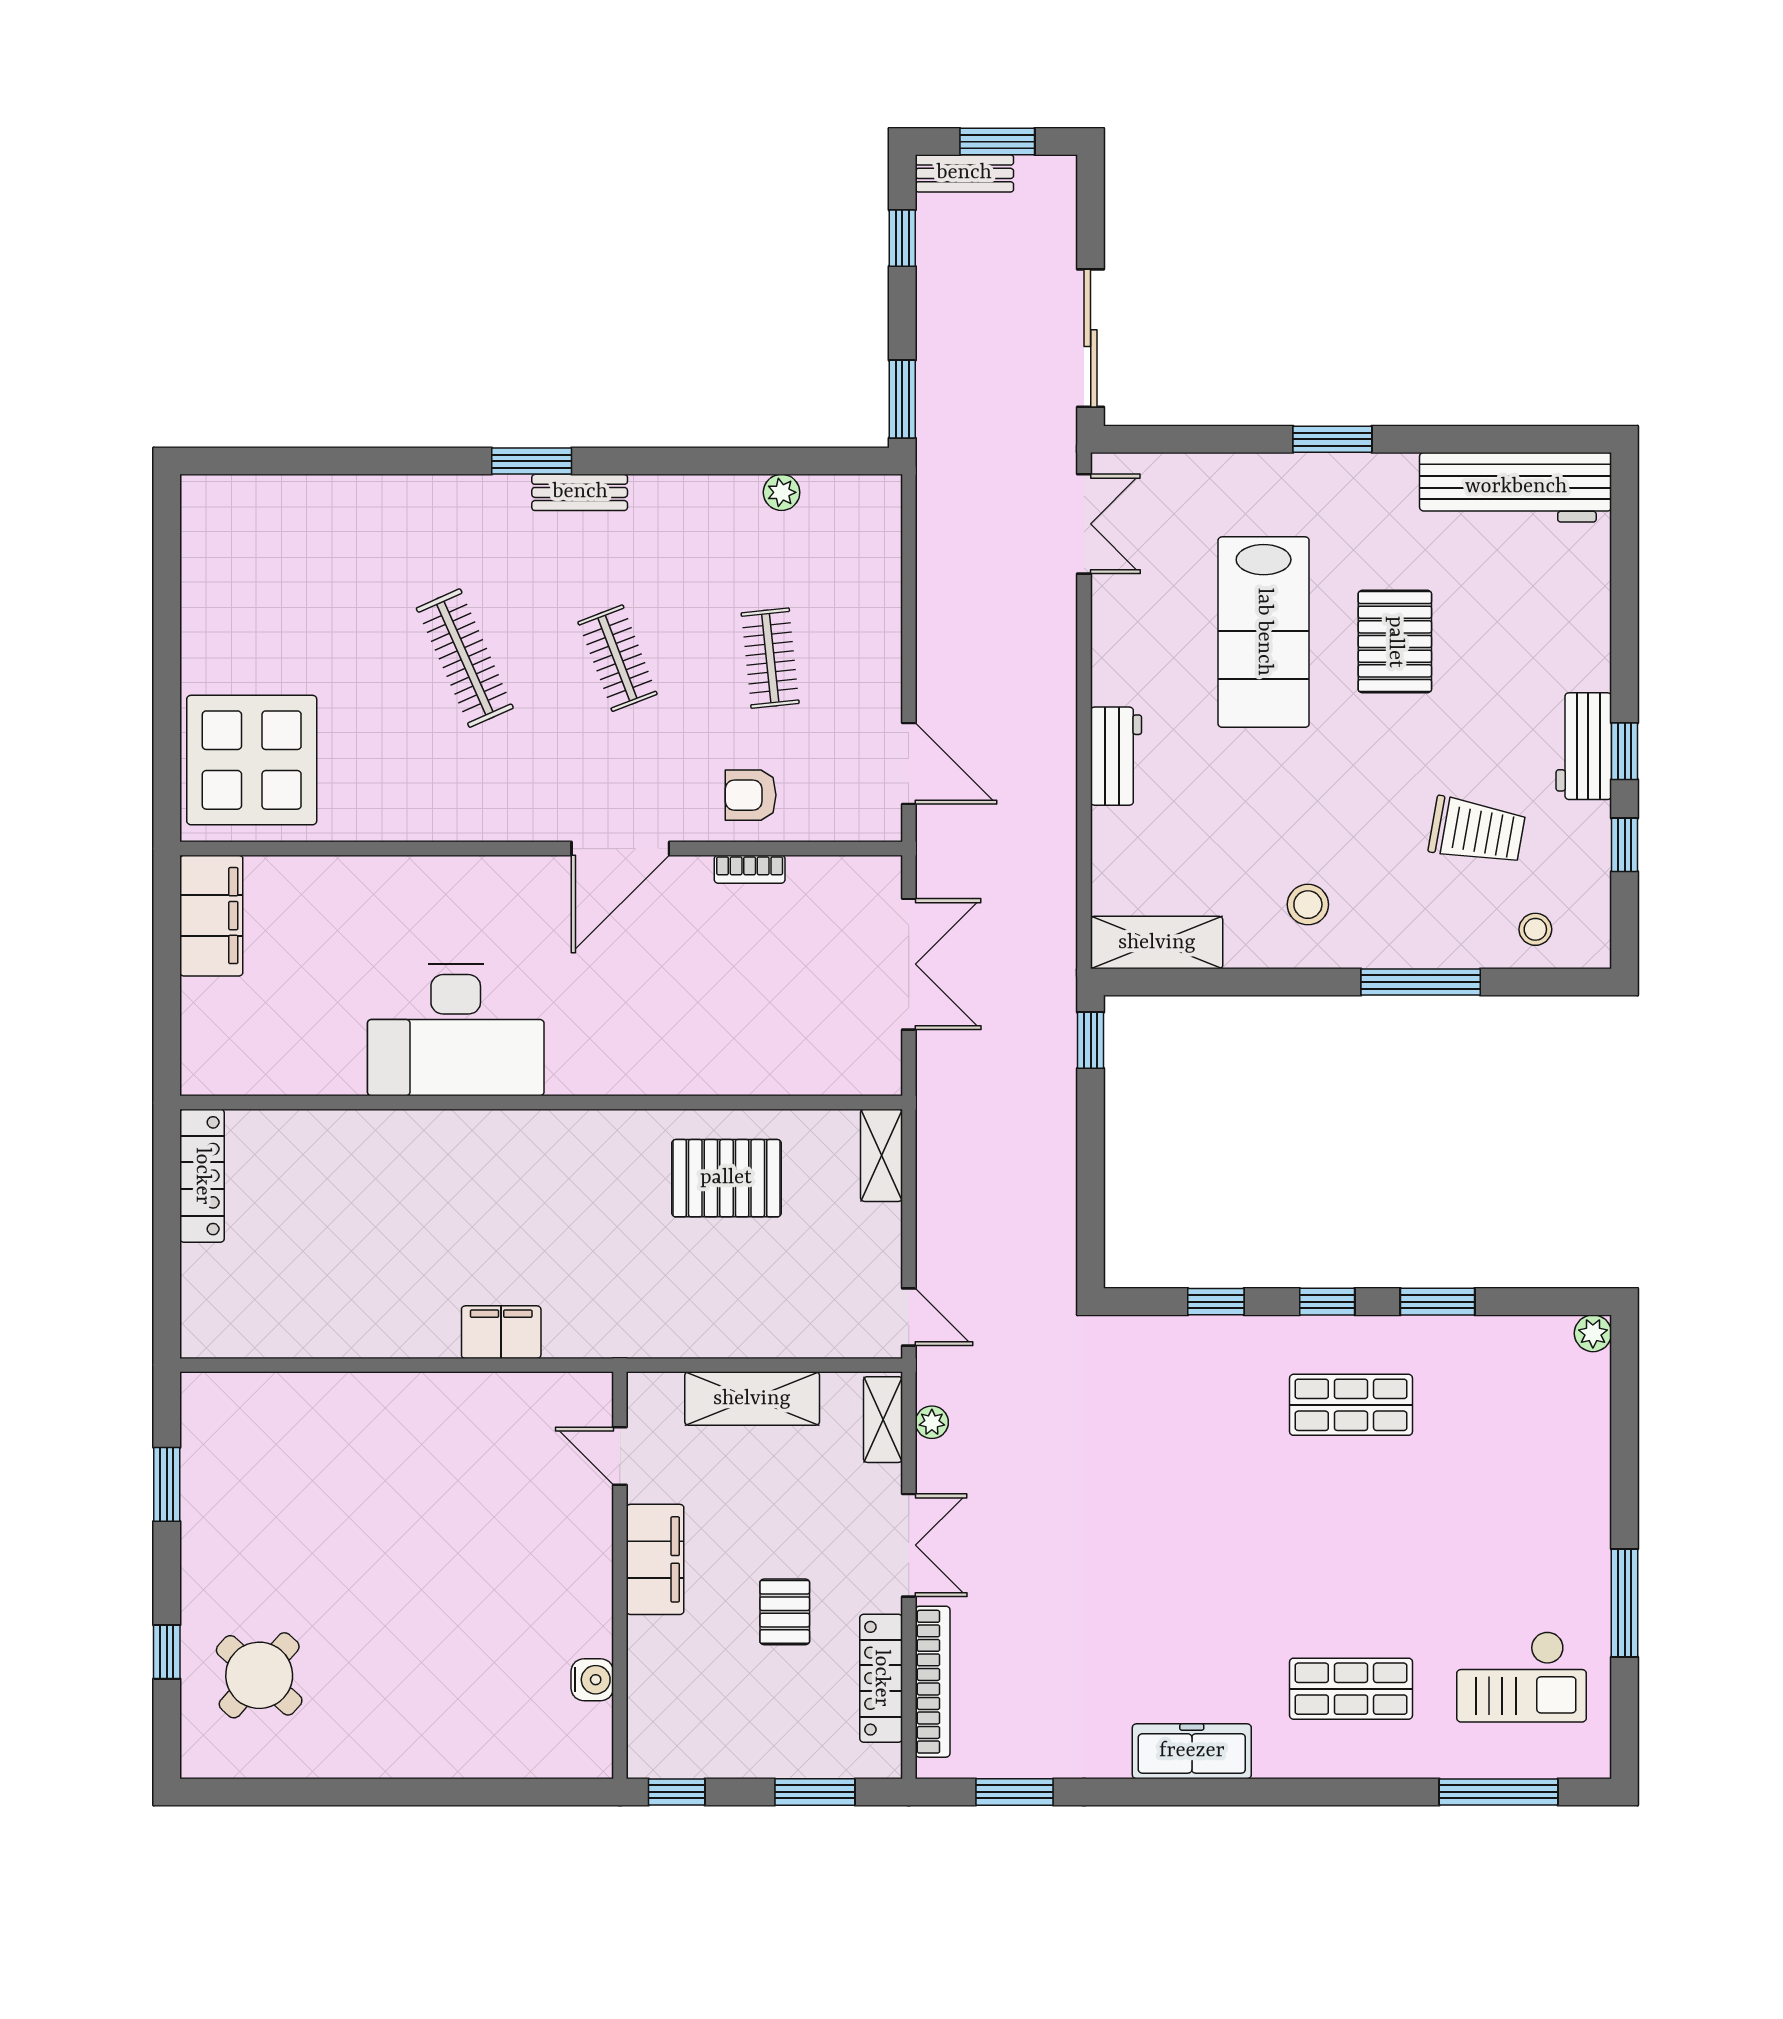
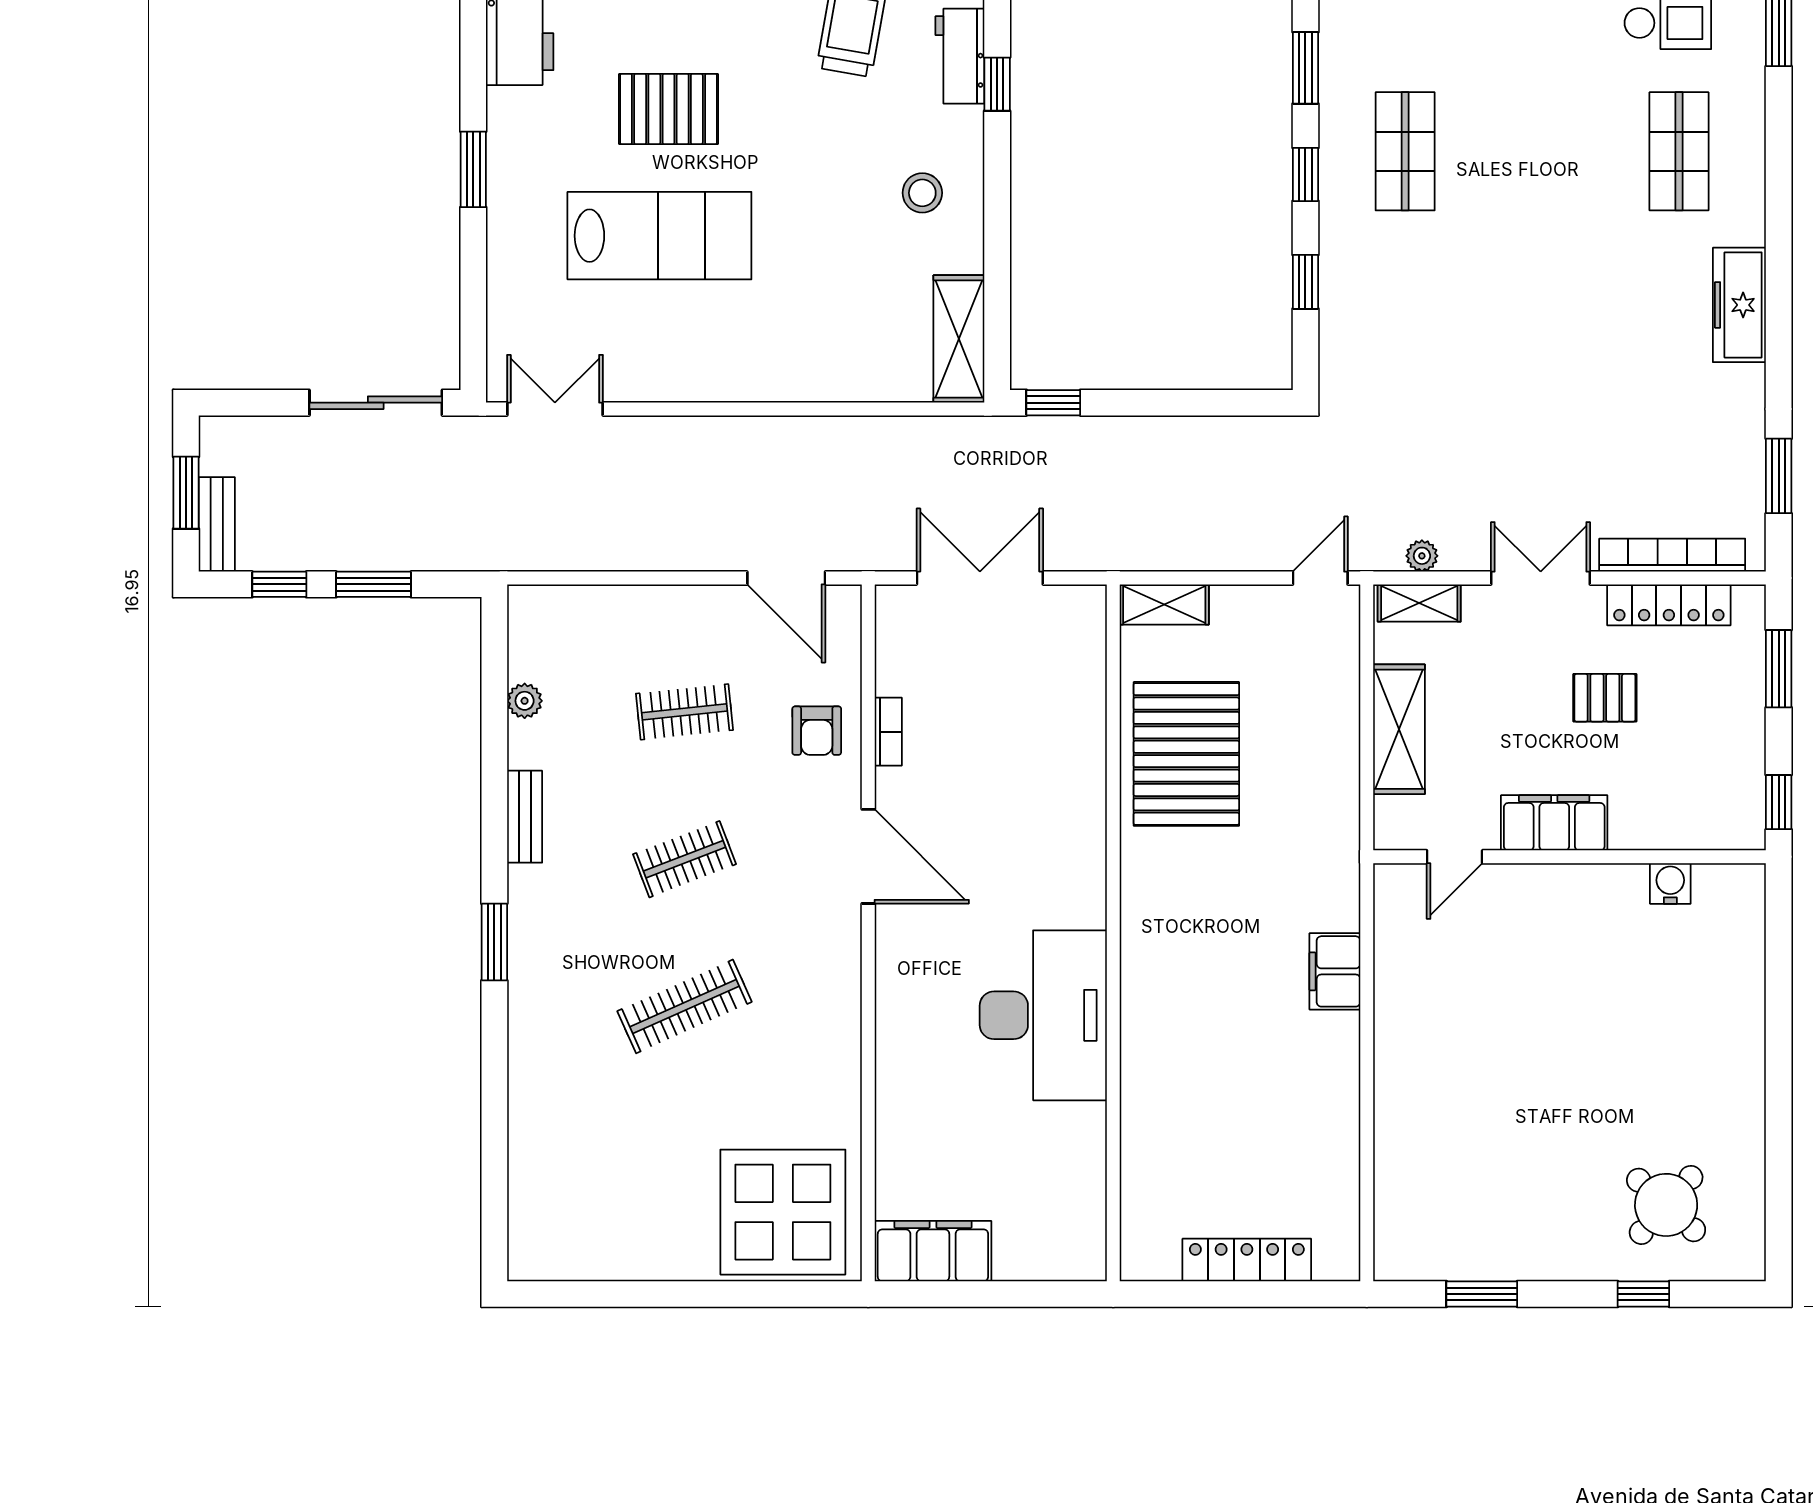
window: (902, 399) -> (374, 584), moved
bench: (580, 492) -> (525, 817), moved
workbench: (1116, 756) -> (960, 56), moved, turned -90
door: (909, 764) -> (786, 578), swing flipped
window: (1421, 982) -> (997, 84), width x0.46
locker: (202, 1176) -> (1247, 1260), moved
pallet: (726, 1178) -> (1186, 754), width x1.37, depth x1.41

